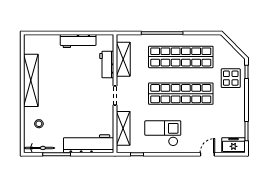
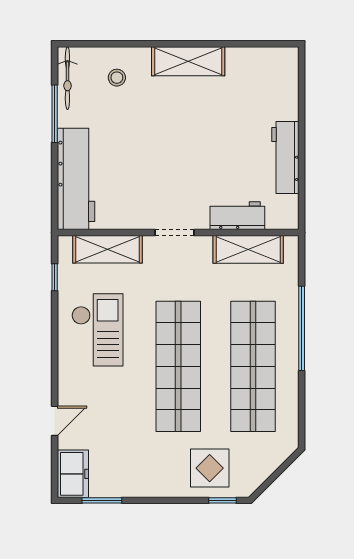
shelving: (31, 80) -> (188, 61), width x0.68
door: (207, 154) -> (55, 421), hinge flipped

